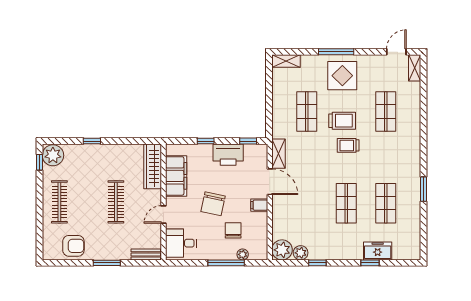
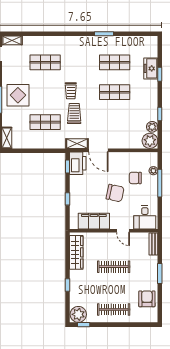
trolley: (342, 121) -> (74, 114), moved
printer: (228, 155) -> (78, 163), moved
wardrobe: (153, 166) -> (76, 252), moved, turned -90
door: (270, 182) -> (98, 150), swing flipped
filing cabinet: (259, 205) -> (116, 158), removed

